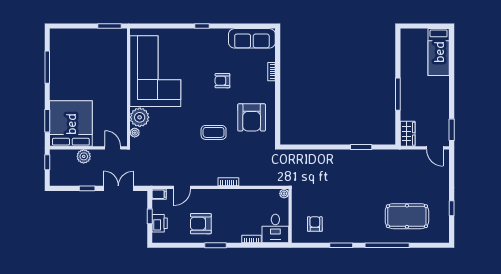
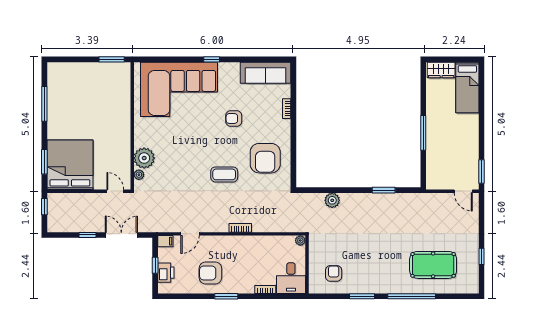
corner sofa: (155, 71) -> (179, 89), moved, turned 90
wardrobe: (408, 134) -> (441, 70), moved, turned 90
plant: (84, 156) -> (332, 200), moved

